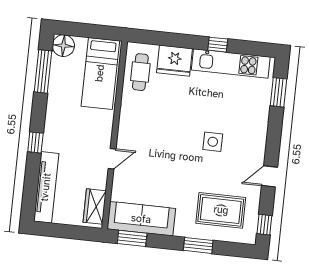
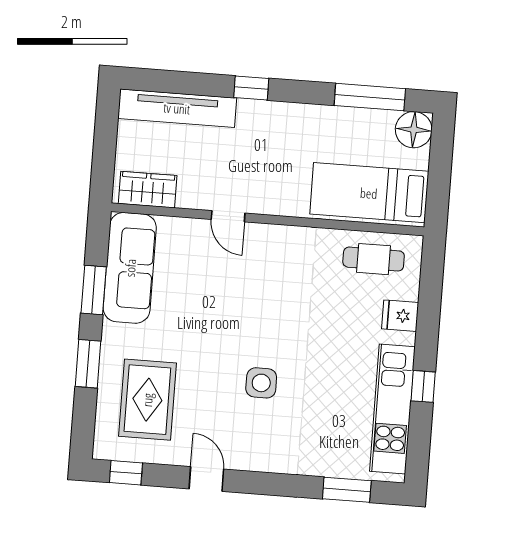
fridge: (174, 61) -> (400, 316), width x0.53, depth x0.75
window: (132, 238) -> (94, 290), moved

